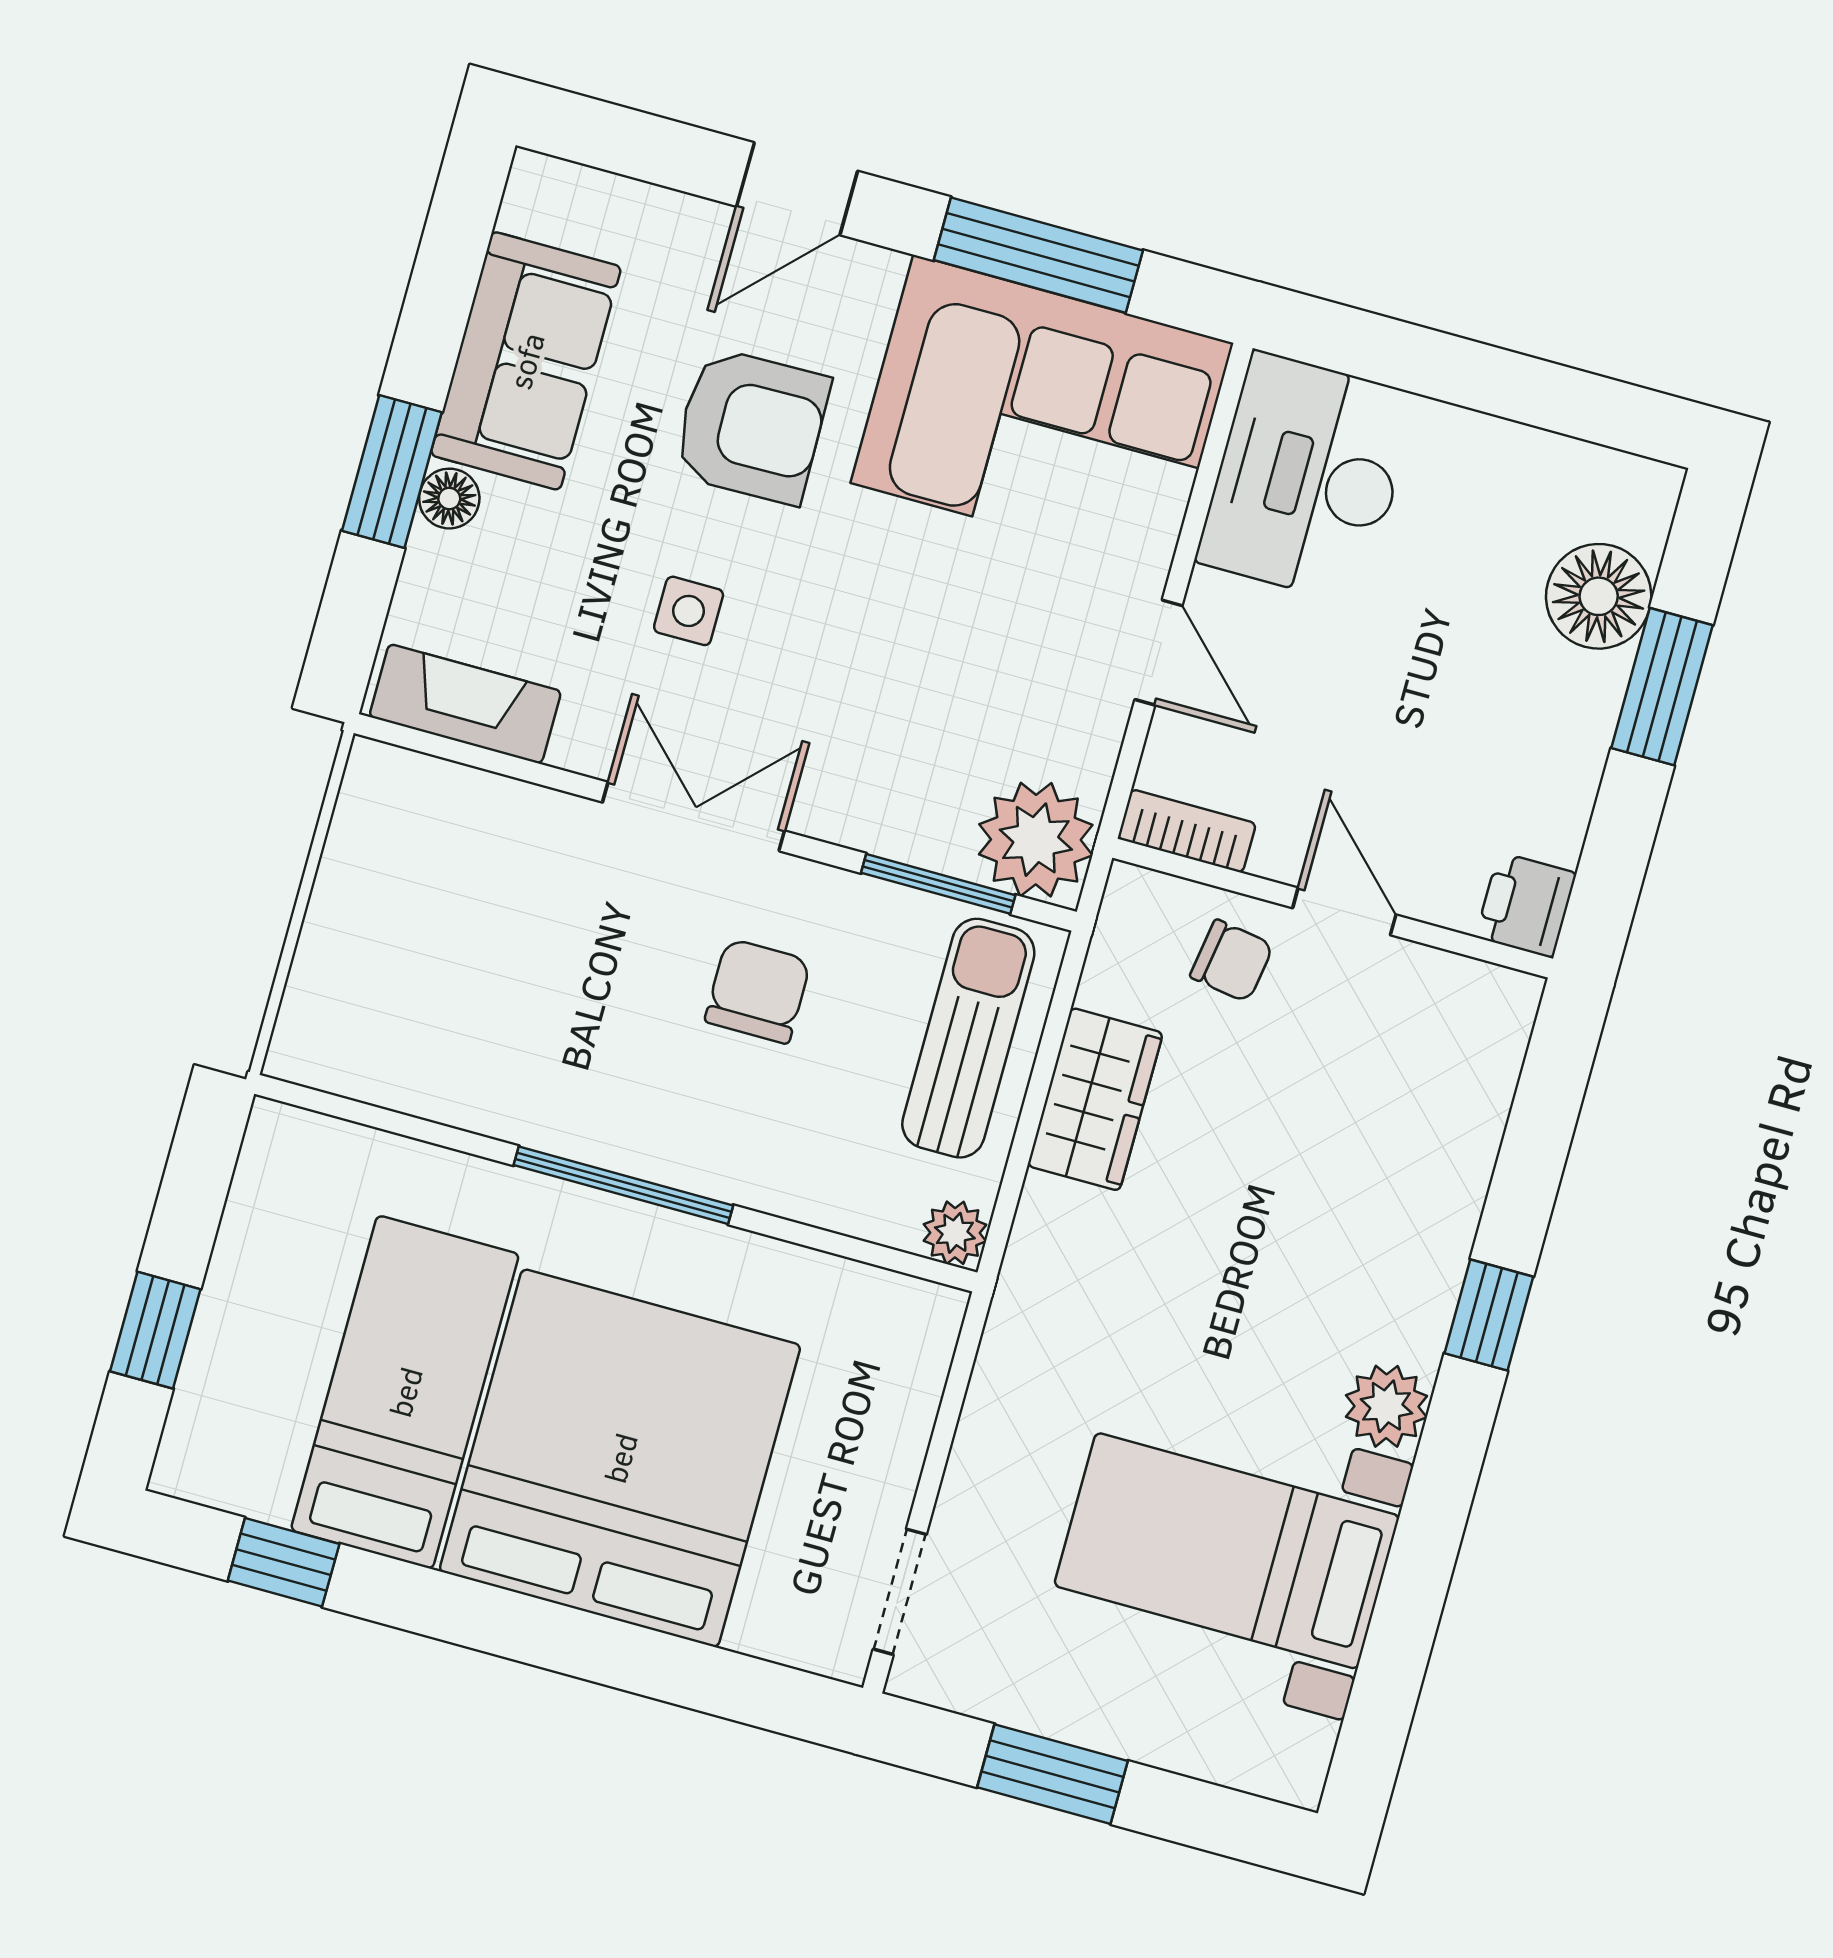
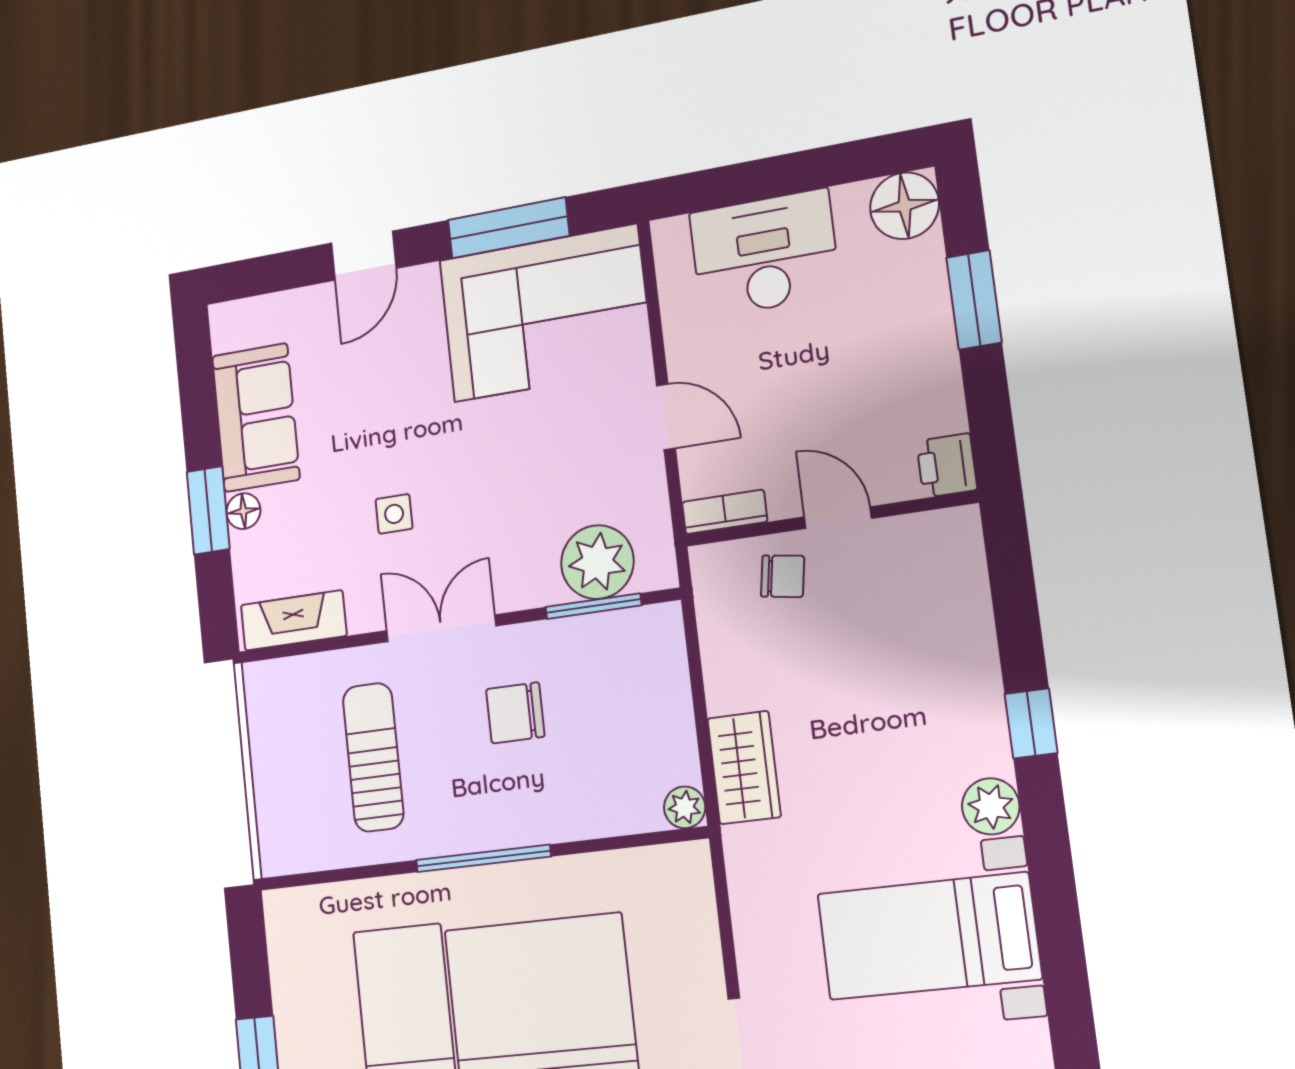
armchair: (751, 426) -> (389, 396), removed
desk: (1307, 478) -> (765, 254), moved, turned 90
floor lamp: (1599, 596) -> (905, 206), moved
plant: (1036, 840) -> (597, 562), moved
chair: (758, 991) -> (515, 713), turned -90
sun lounger: (968, 1038) -> (373, 757), moved
wardrobe: (1095, 1099) -> (744, 768), moved

